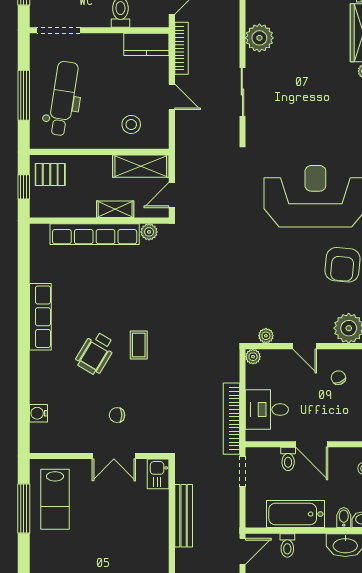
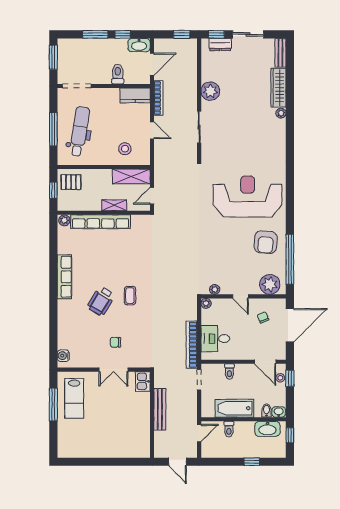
plant: (149, 232) -> (64, 220), moved
water cooler: (38, 413) -> (63, 356), moved
door: (312, 444) -> (265, 362), moved

